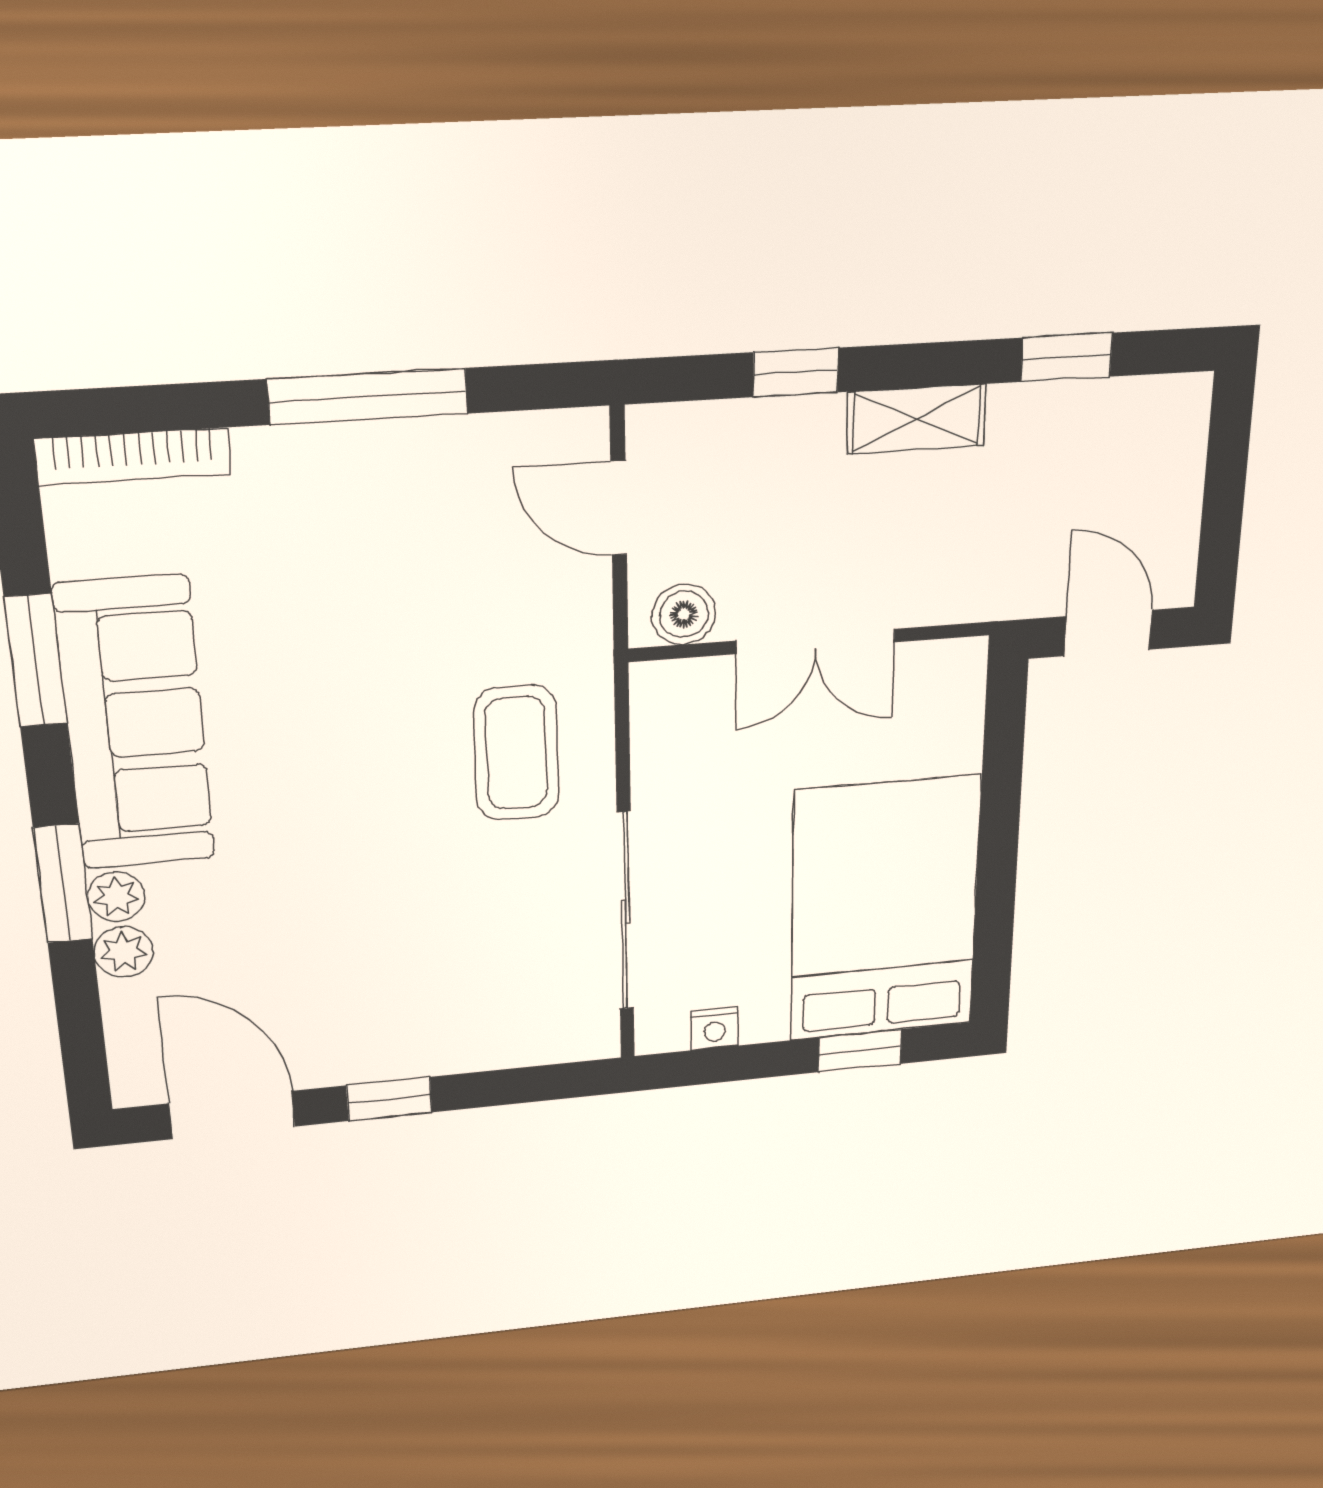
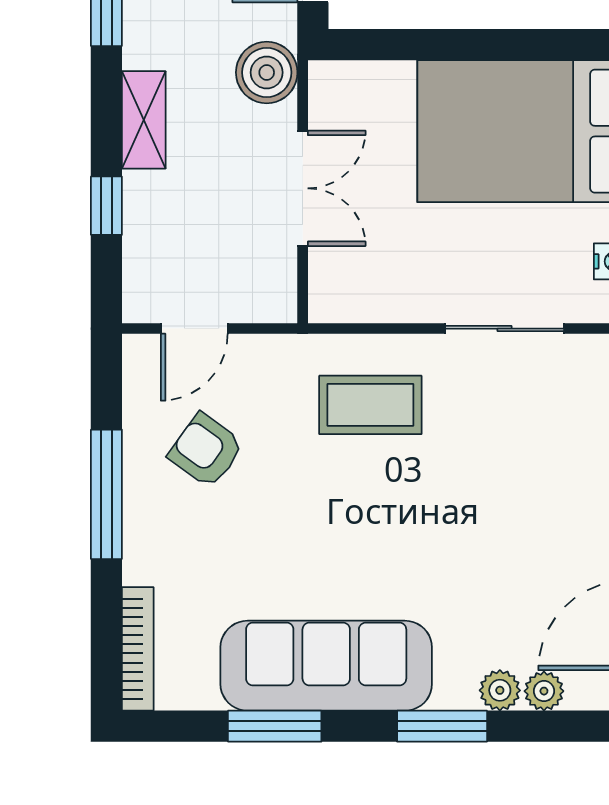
armchair: (442, 536) -> (206, 450), added
boiler: (684, 614) -> (267, 72), moved, width x1.36, depth x1.36
plant: (116, 897) -> (544, 691), moved
sliding door: (625, 912) -> (505, 329), width x0.73

